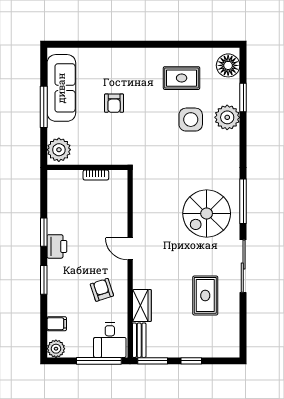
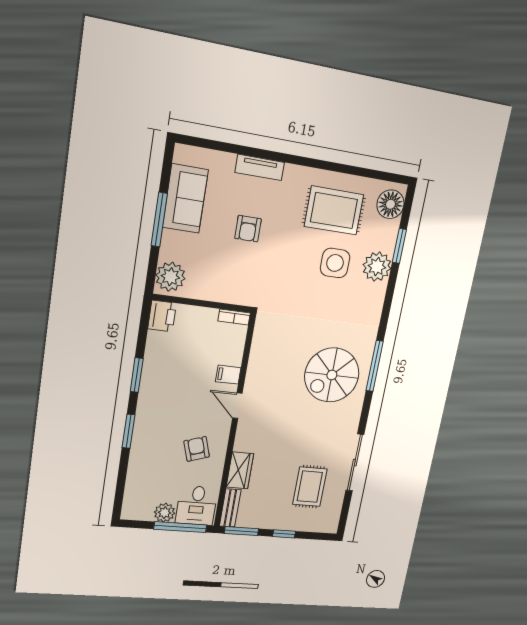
tv unit: (115, 55) -> (260, 167), added
rug: (182, 78) -> (334, 211), width x1.36, depth x1.43
sofa: (61, 88) -> (185, 199), width x0.73
bookcase: (96, 175) -> (234, 317), moved
printer: (57, 246) -> (162, 316), moved
sliding door: (243, 266) -> (355, 463), moved
rug: (205, 295) -> (310, 487), moved
filing cabinet: (57, 324) -> (228, 375), moved, turned 180
plant: (56, 349) -> (165, 513), moved

